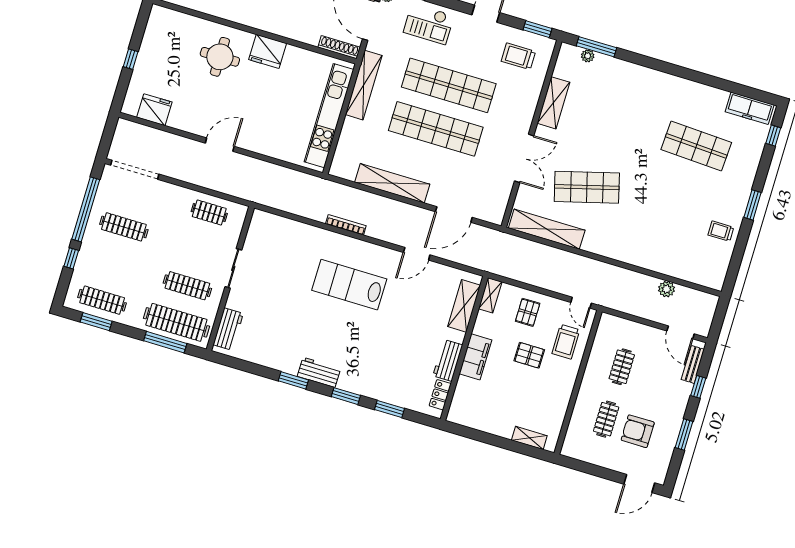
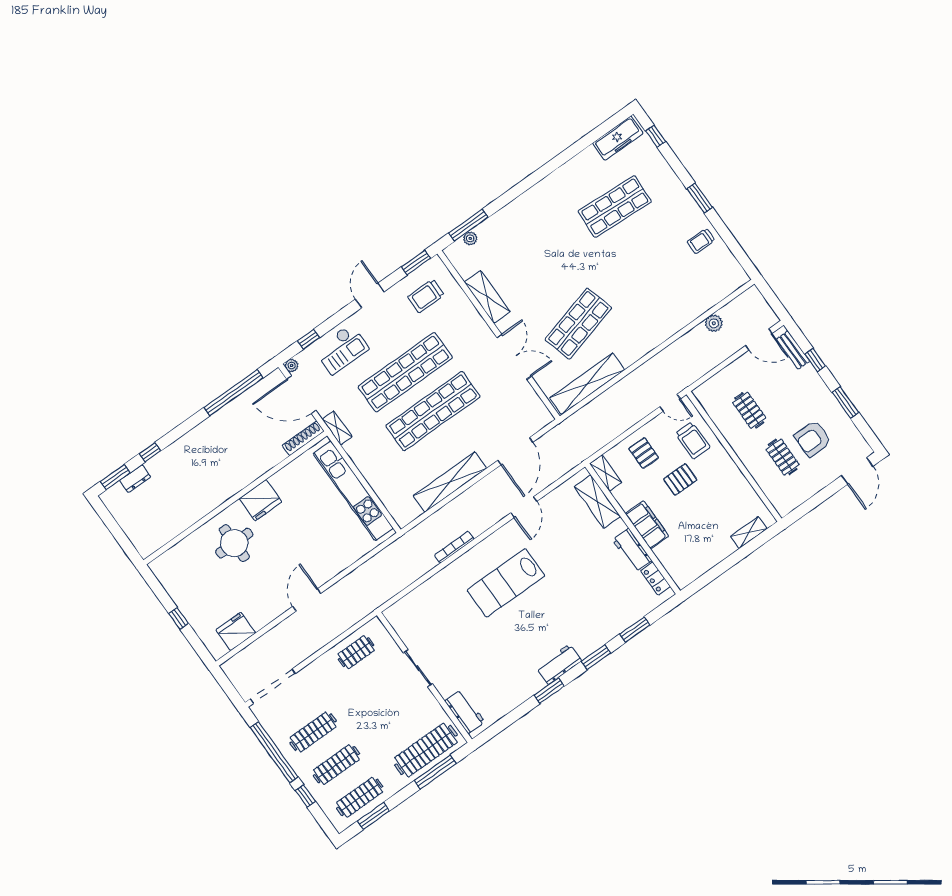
shelving: (364, 85) -> (337, 428), width x0.45, depth x0.75
clothes rail: (187, 286) -> (336, 765), moved

